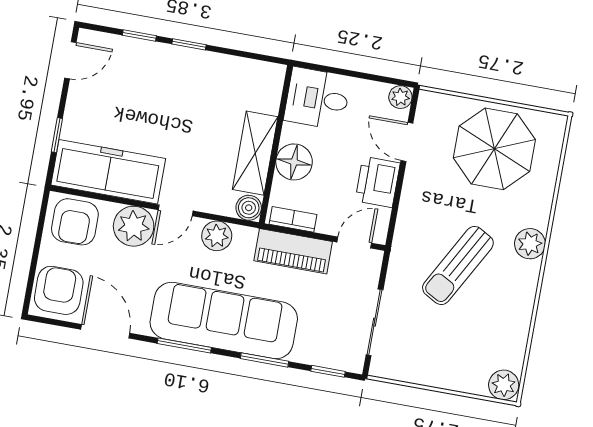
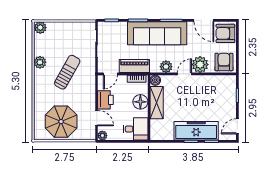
freezer: (108, 172) -> (196, 131), moved, turned 180
plant: (530, 244) -> (40, 62), moved
armchair: (59, 290) -> (225, 33), turned 90

